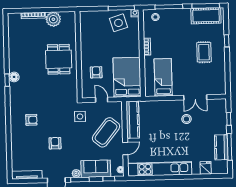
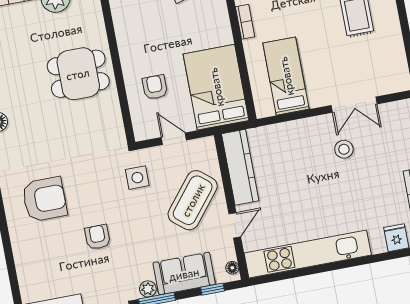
dining table: (59, 59) -> (78, 74), turned 90
armchair: (31, 120) -> (44, 199), width x1.88, depth x1.88

